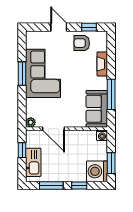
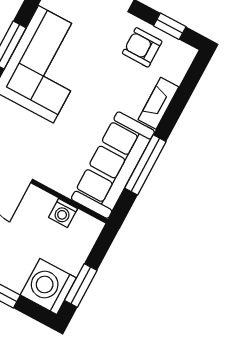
sofa: (97, 109) -> (113, 165), width x1.36
washing machine: (102, 135) -> (63, 213), moved

